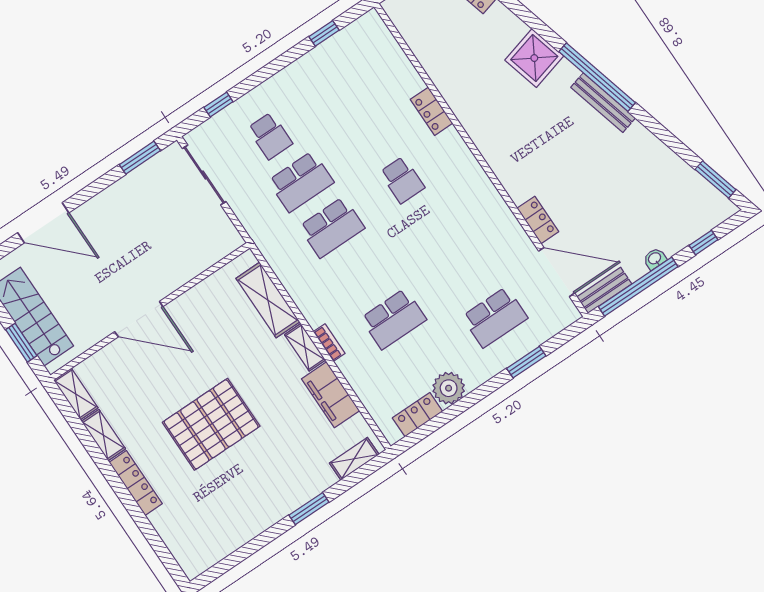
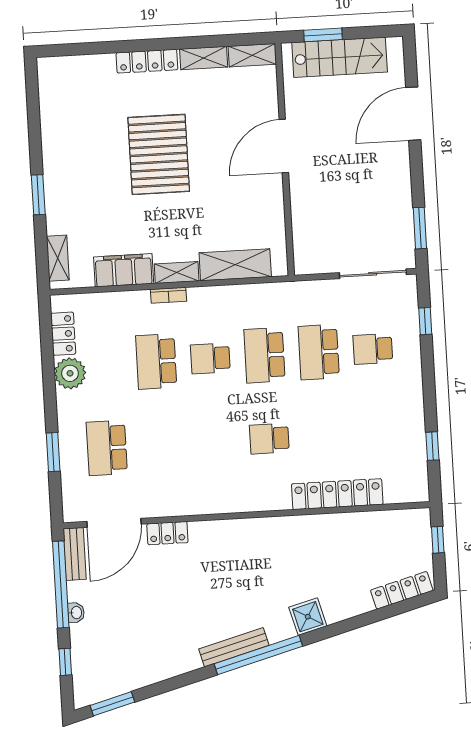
shower: (534, 58) -> (308, 617), width x0.73, depth x0.73
locker: (432, 111) -> (337, 494), width x2.16, depth x1.21
school desk: (363, 273) -> (210, 358), added

